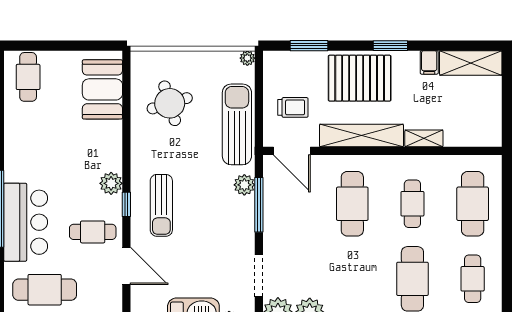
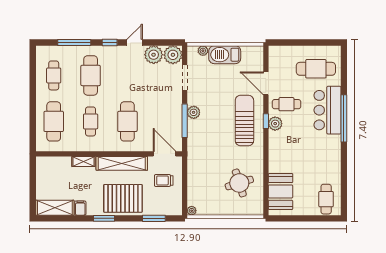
sun lounger: (237, 124) -> (198, 170), removed
plant: (111, 183) -> (275, 124), moved
plant: (244, 185) -> (194, 112), moved
sun lounger: (161, 205) -> (244, 120), width x1.36, depth x1.34

